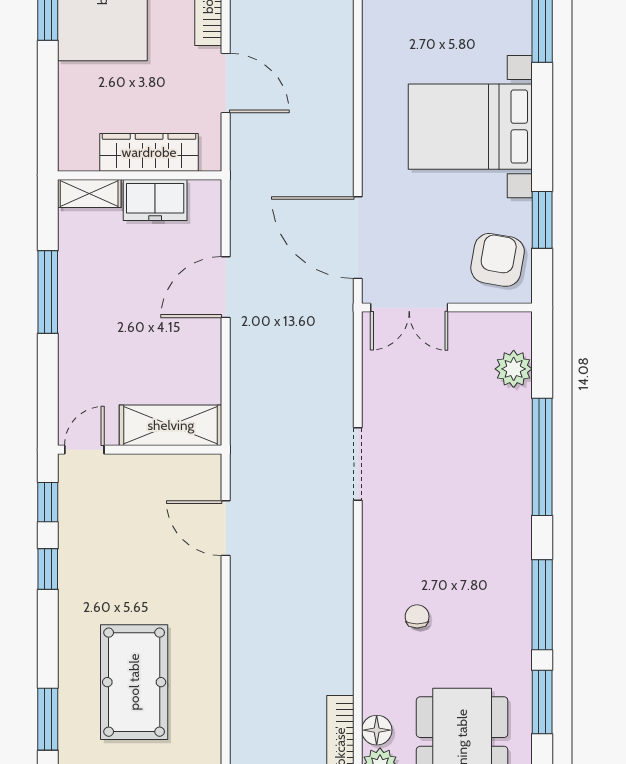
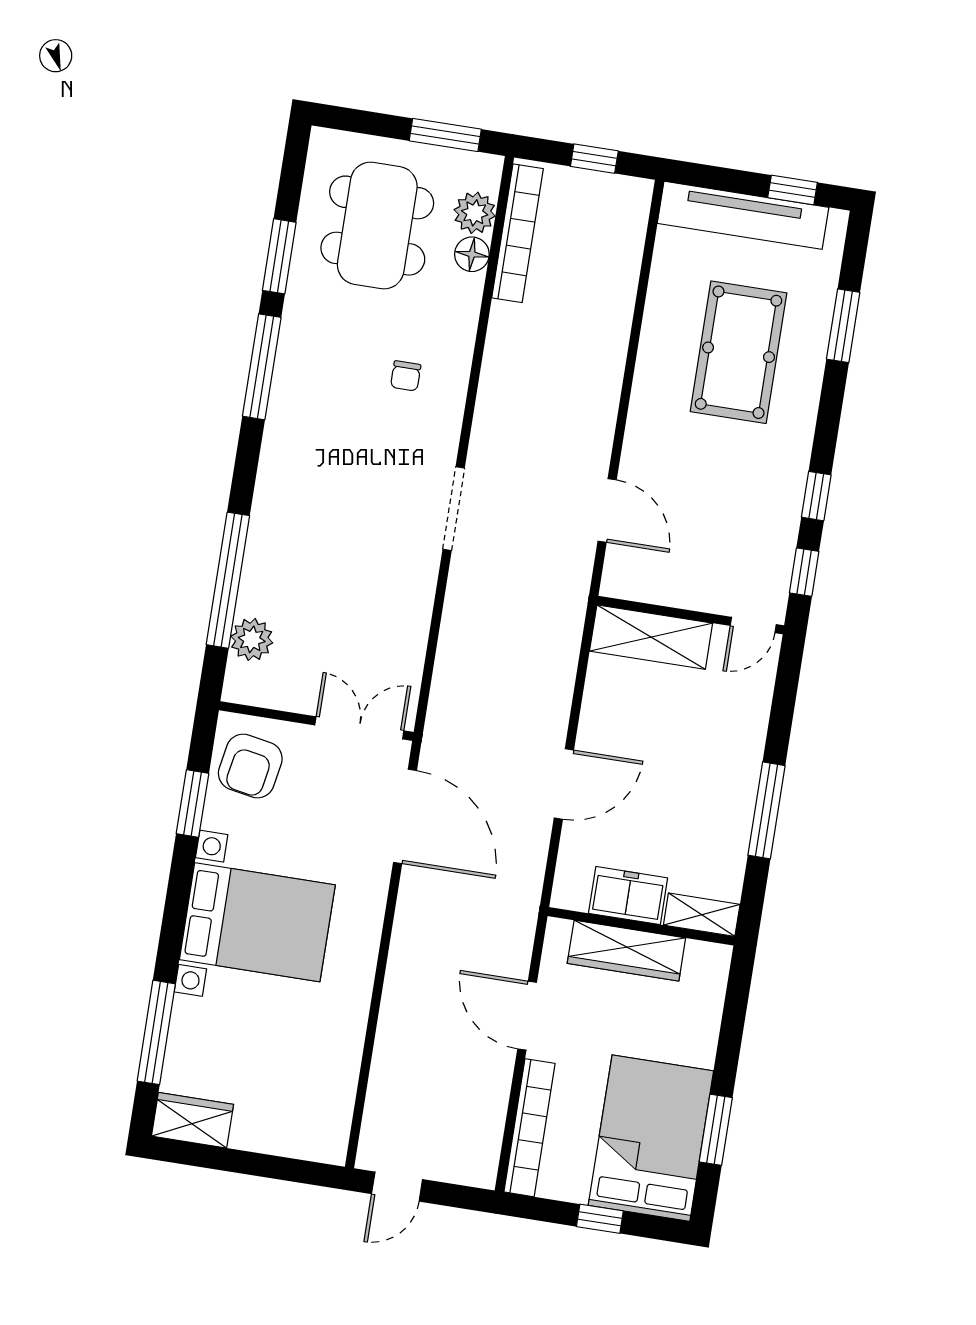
window: (542, 457) -> (228, 580), moved
doorway: (358, 464) -> (454, 509), moved

